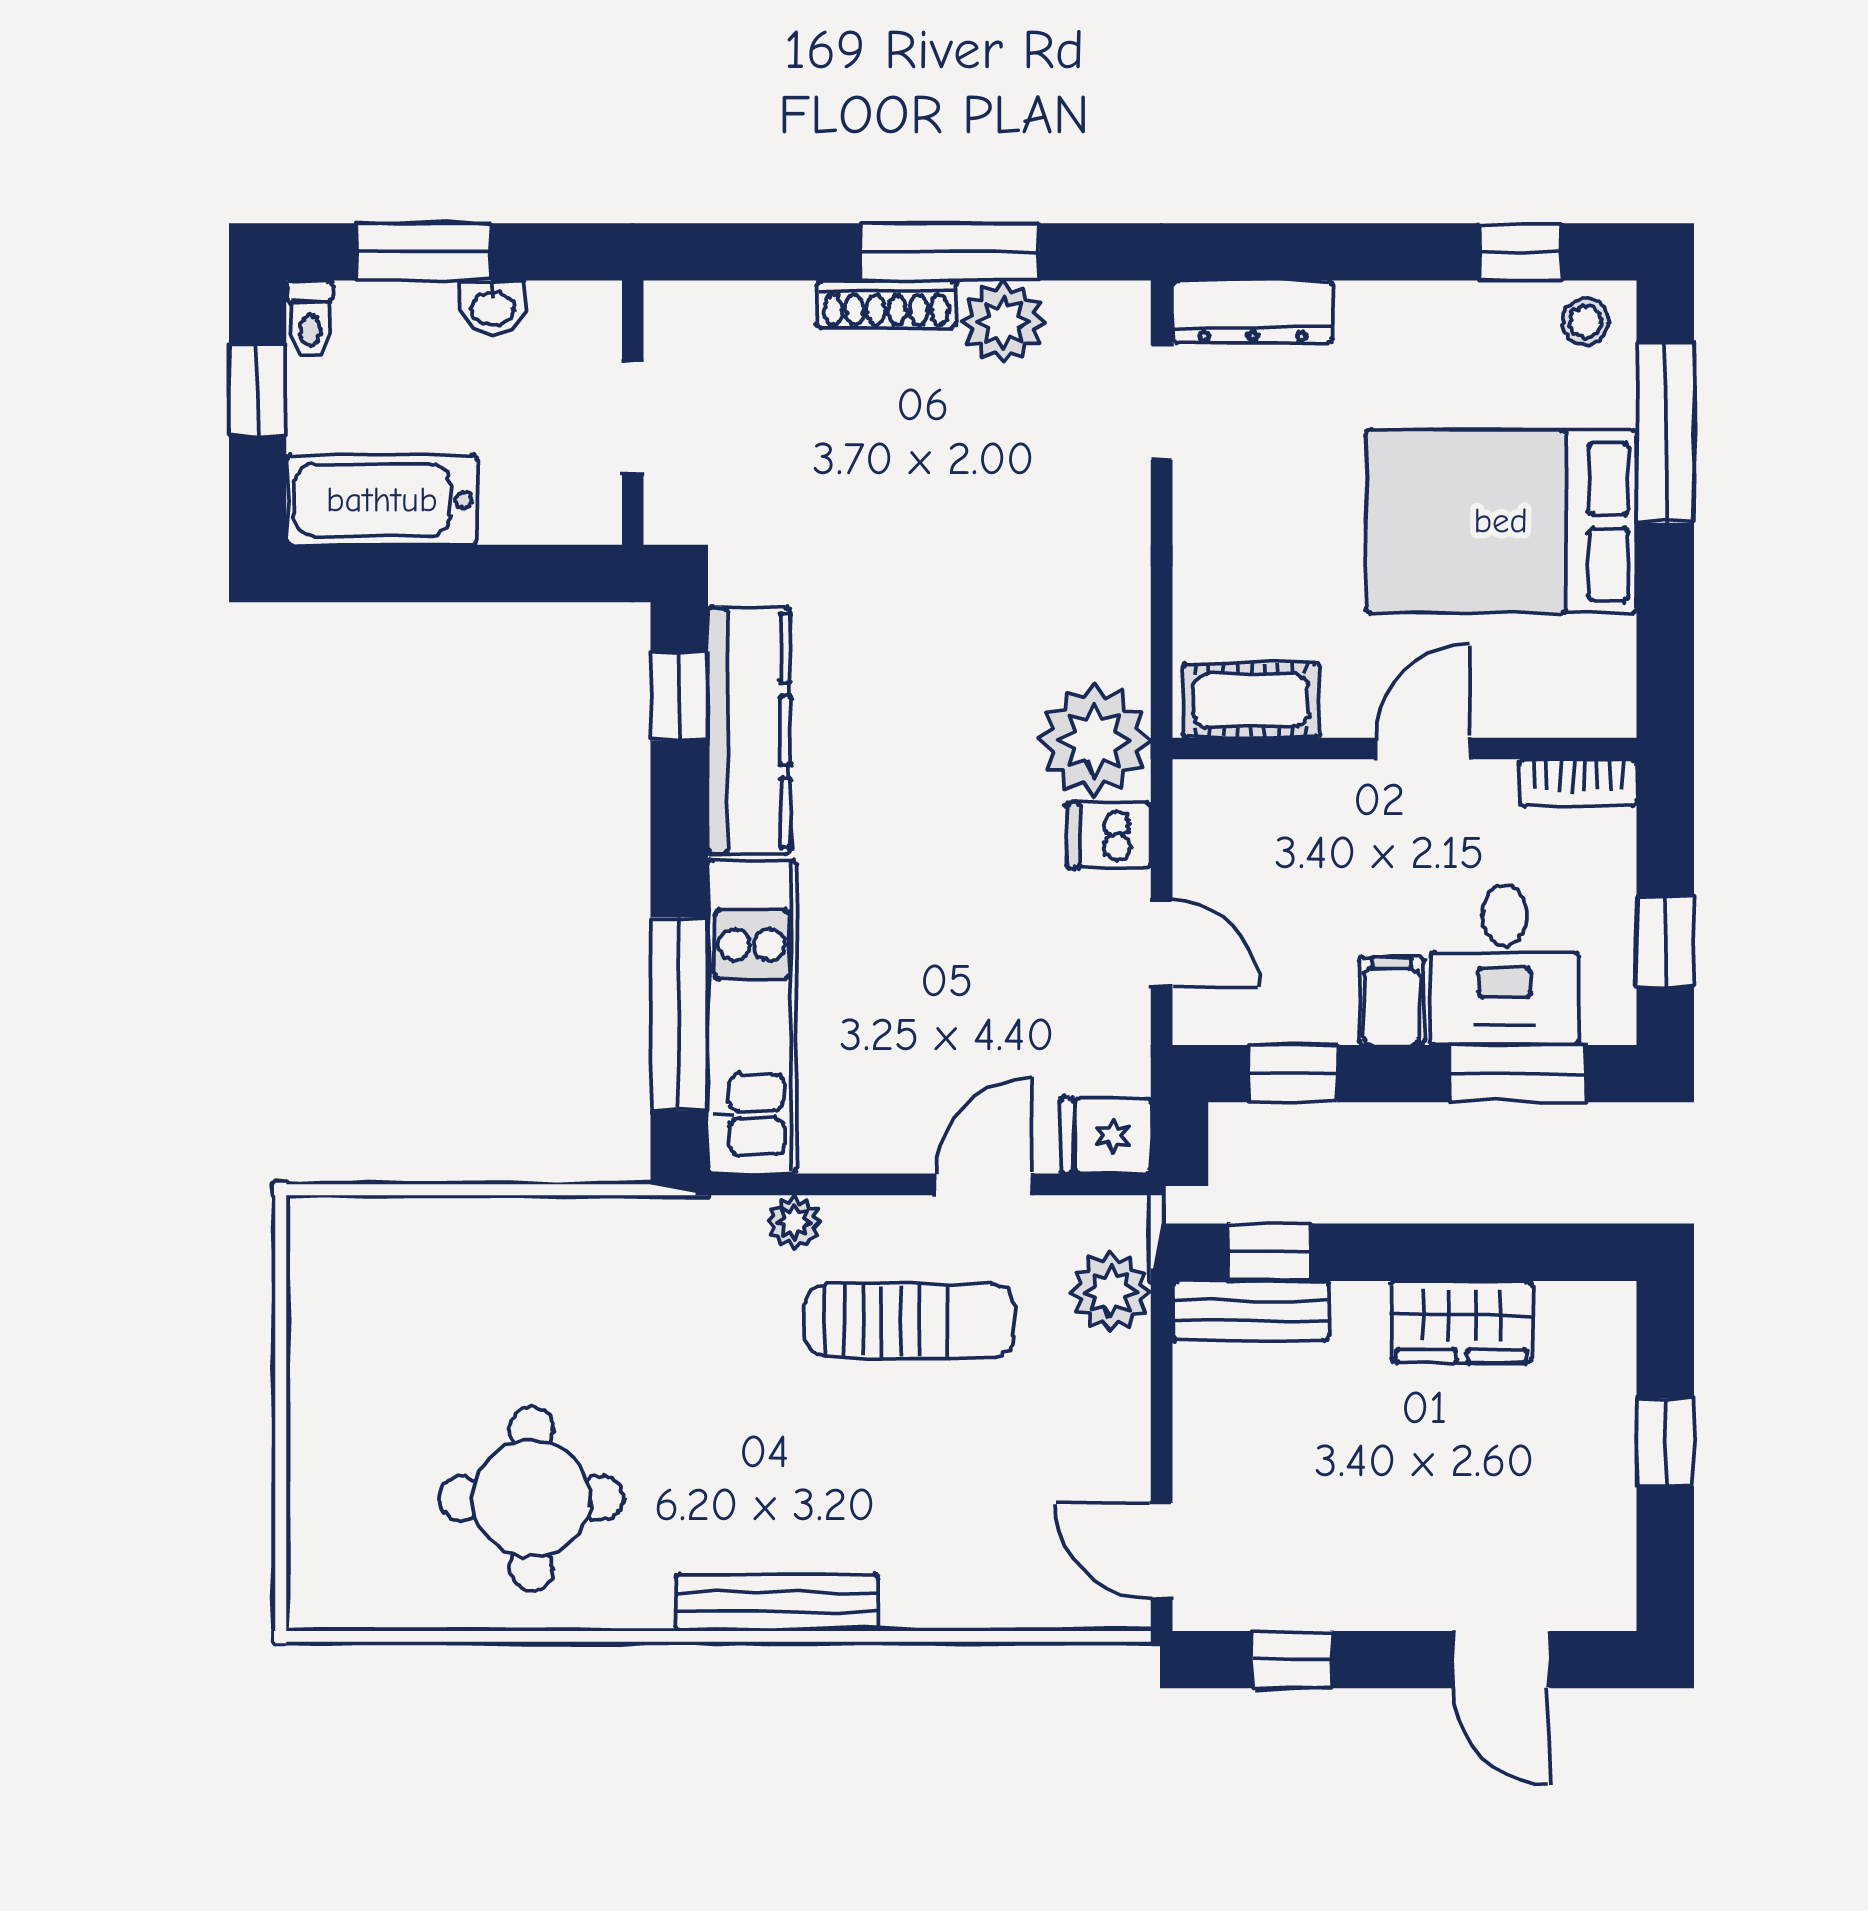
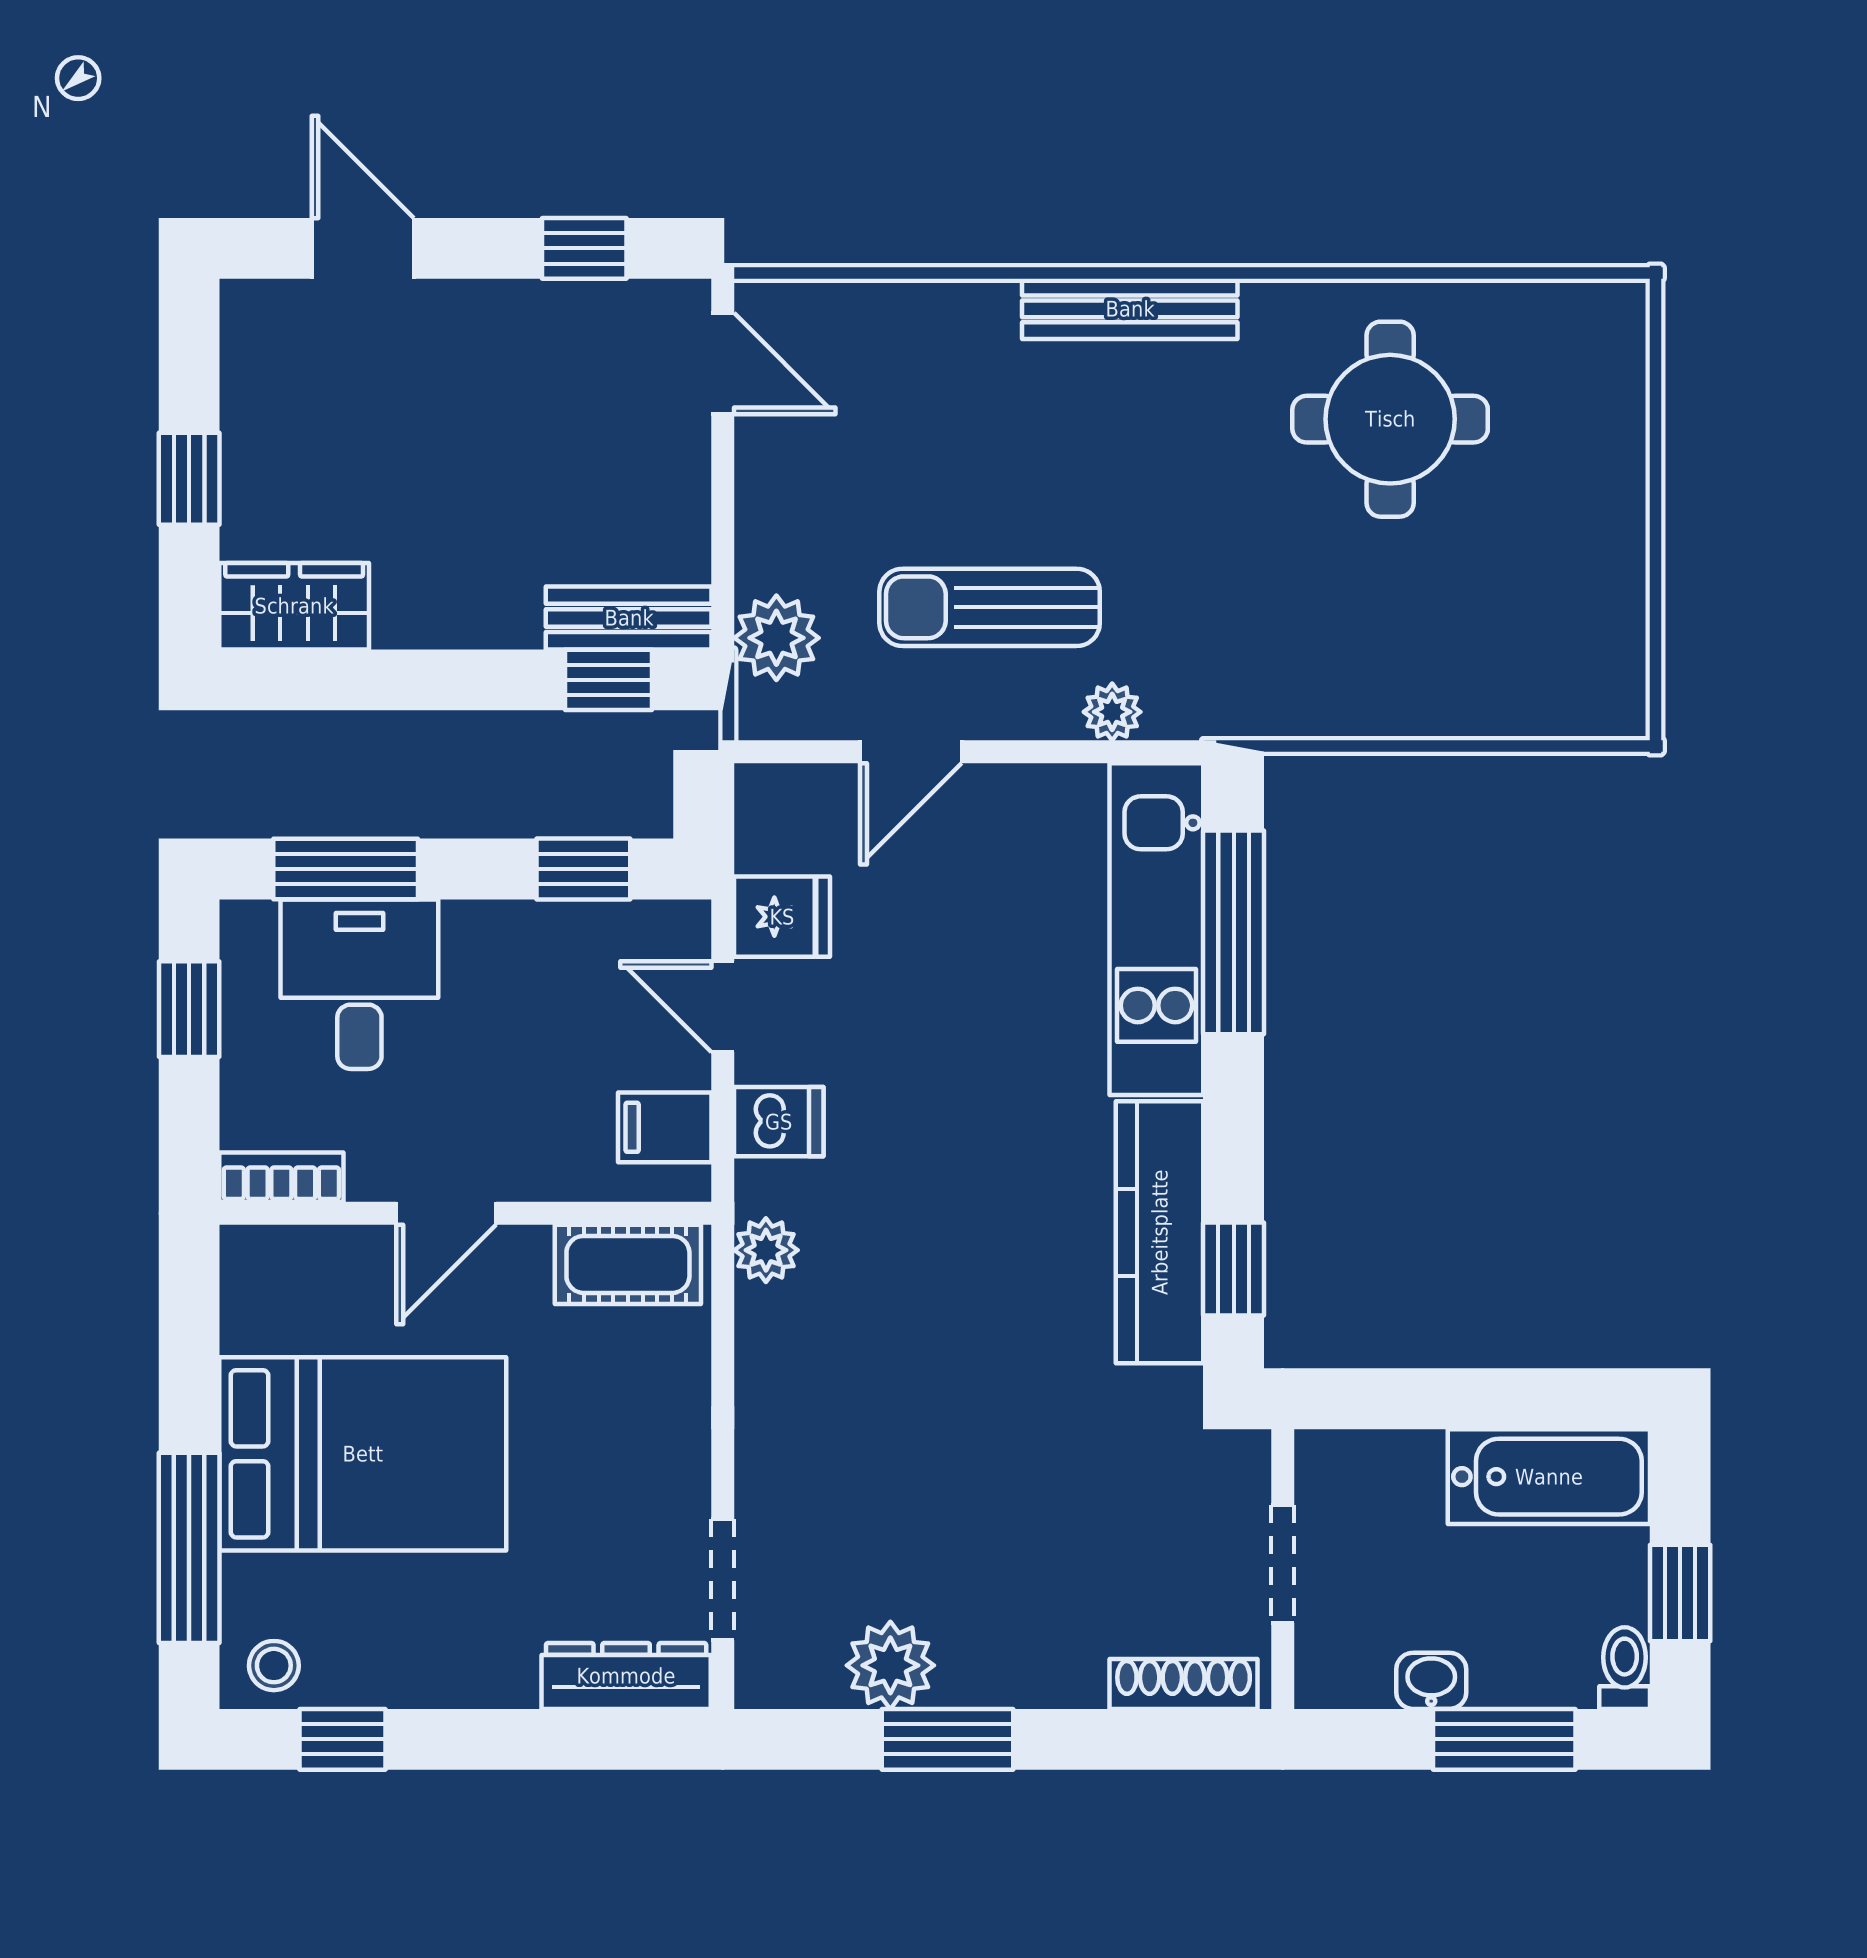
window: (949, 252) -> (947, 1739), width x0.69
shoe rack: (887, 304) -> (1184, 1684), moved
plant: (1094, 740) -> (766, 1250), width x0.53, depth x0.53
filing cabinet: (1391, 1001) -> (665, 1127), moved, turned 90
fridge: (1106, 1136) -> (782, 917), moved
wardrobe: (1462, 1322) -> (294, 606), moved

